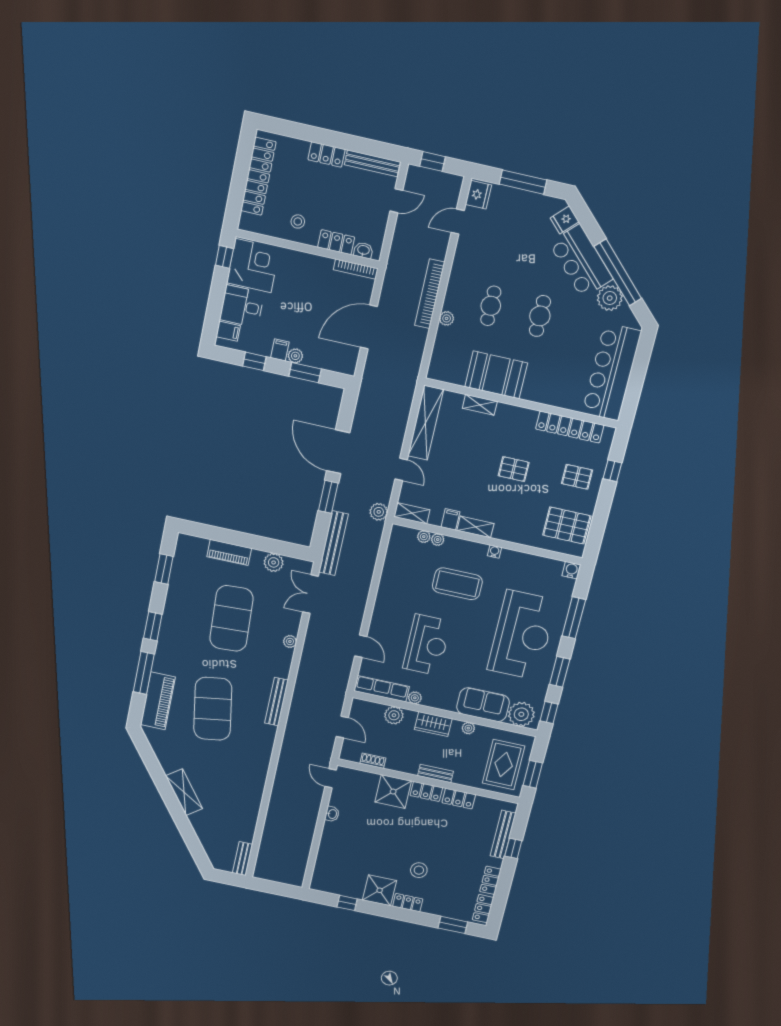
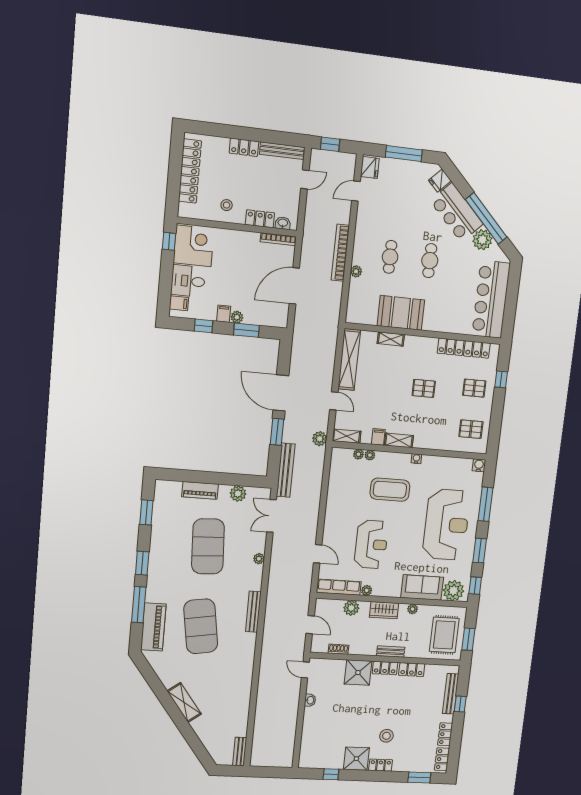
pallet: (567, 526) -> (471, 429), width x0.67, depth x0.71

